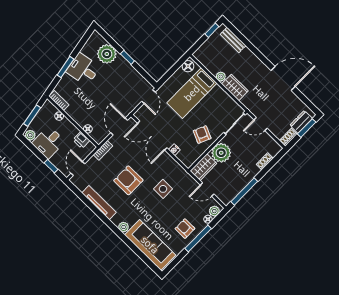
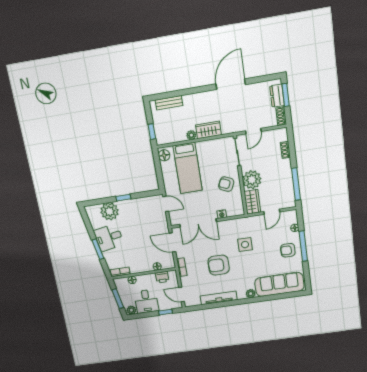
window: (212, 30) -> (152, 132), moved
plant: (214, 211) -> (293, 219), removed

